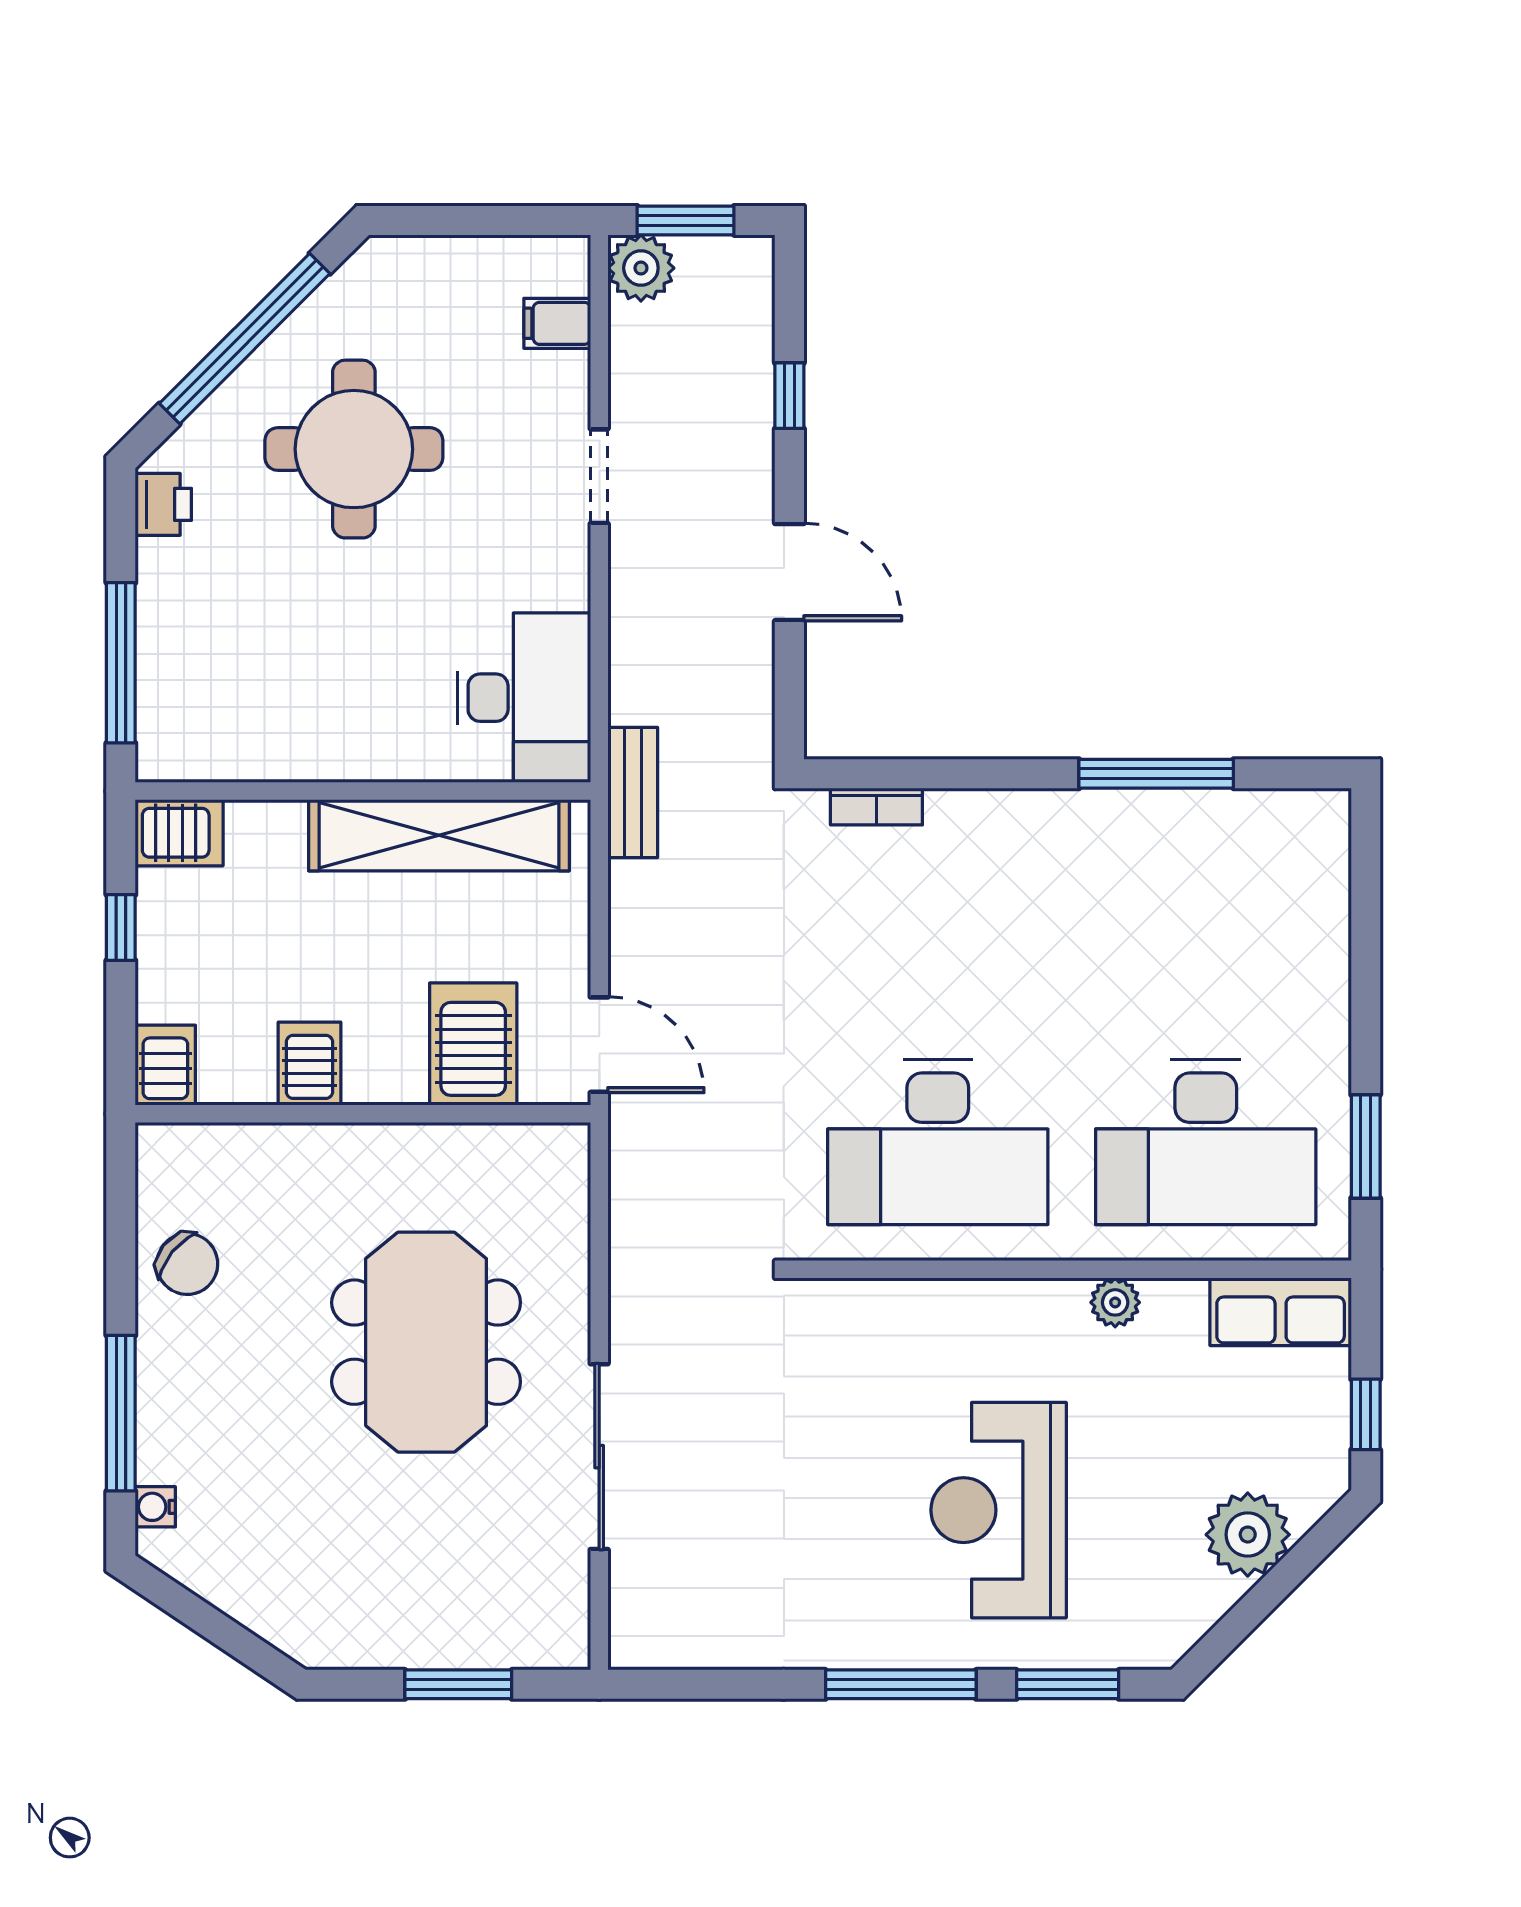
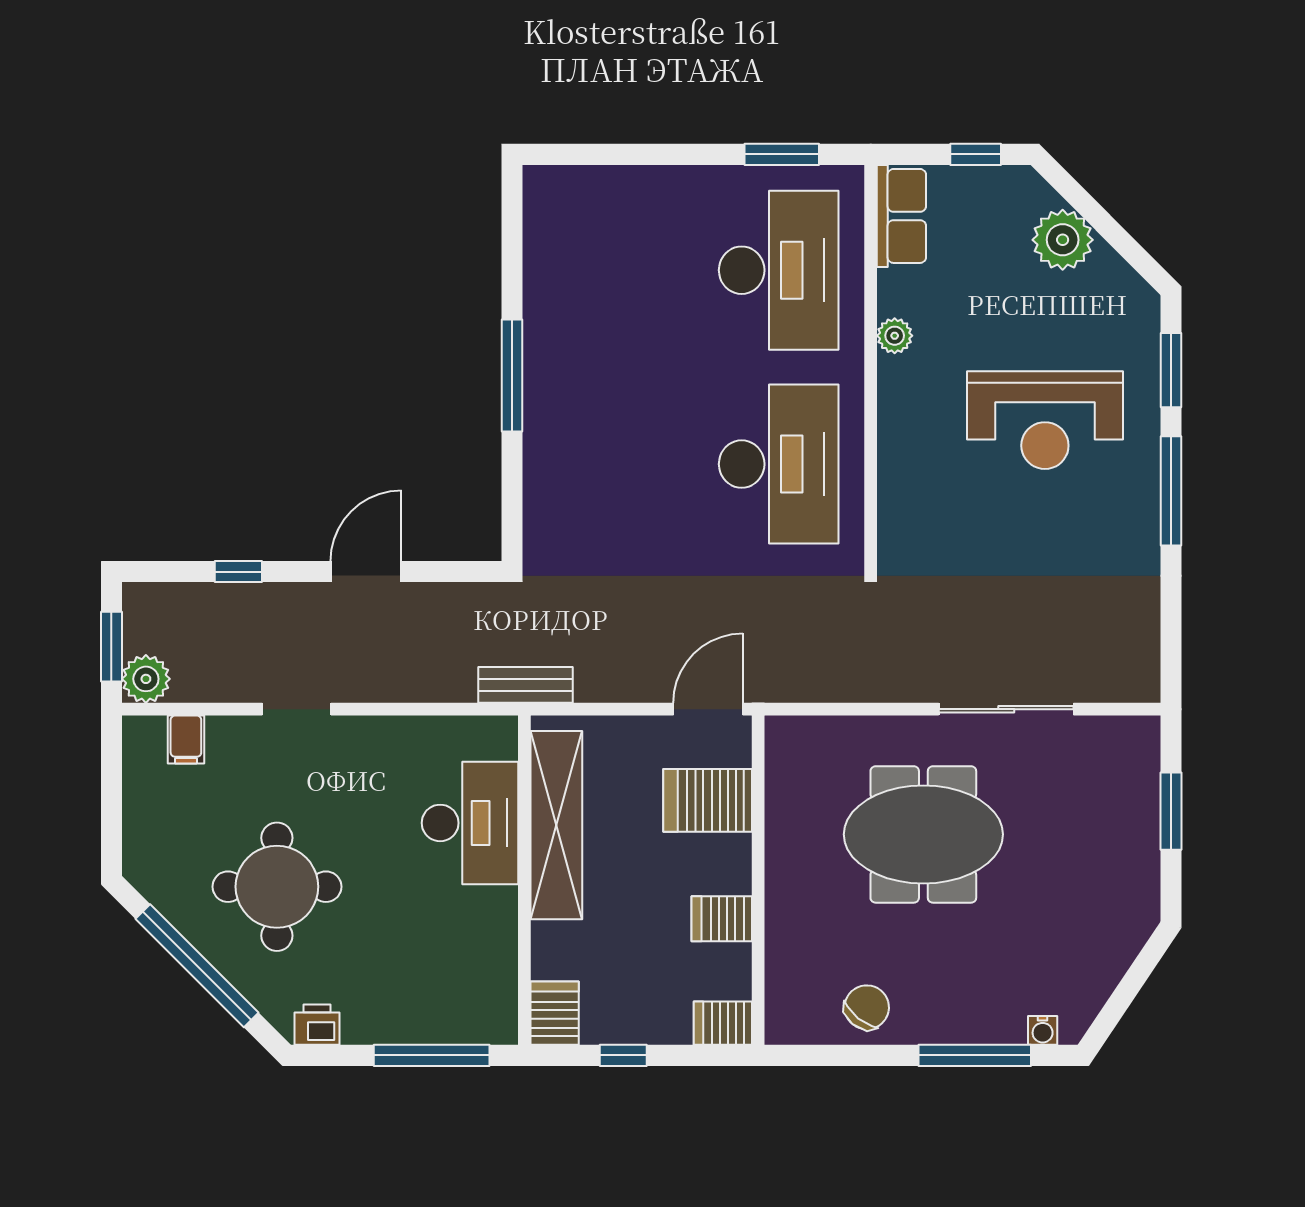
desk: (524, 698) -> (470, 823), moved, turned 90
window: (1156, 774) -> (512, 376), moved
bookcase: (876, 807) -> (536, 508), removed

